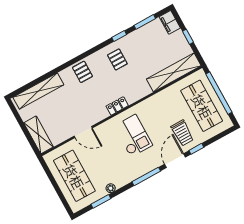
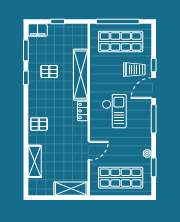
pallet: (117, 59) -> (49, 71), moved
shelving: (174, 72) -> (81, 75), moved
shelving: (38, 91) -> (35, 161), width x0.68
checkout: (133, 136) -> (114, 111), turned 90
door: (175, 161) -> (154, 88), hinge flipped

